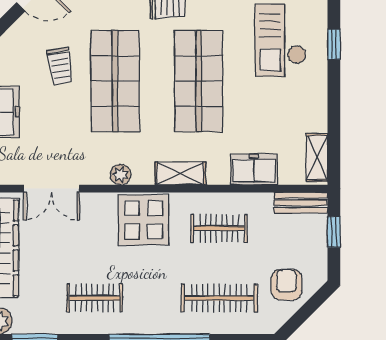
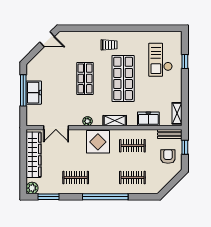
trolley: (60, 66) -> (60, 72), removed
shop shelf: (115, 81) -> (85, 78), width x0.70, depth x0.74
armchair: (286, 285) -> (168, 156), moved
clothes rail: (219, 298) -> (132, 178), width x0.73

